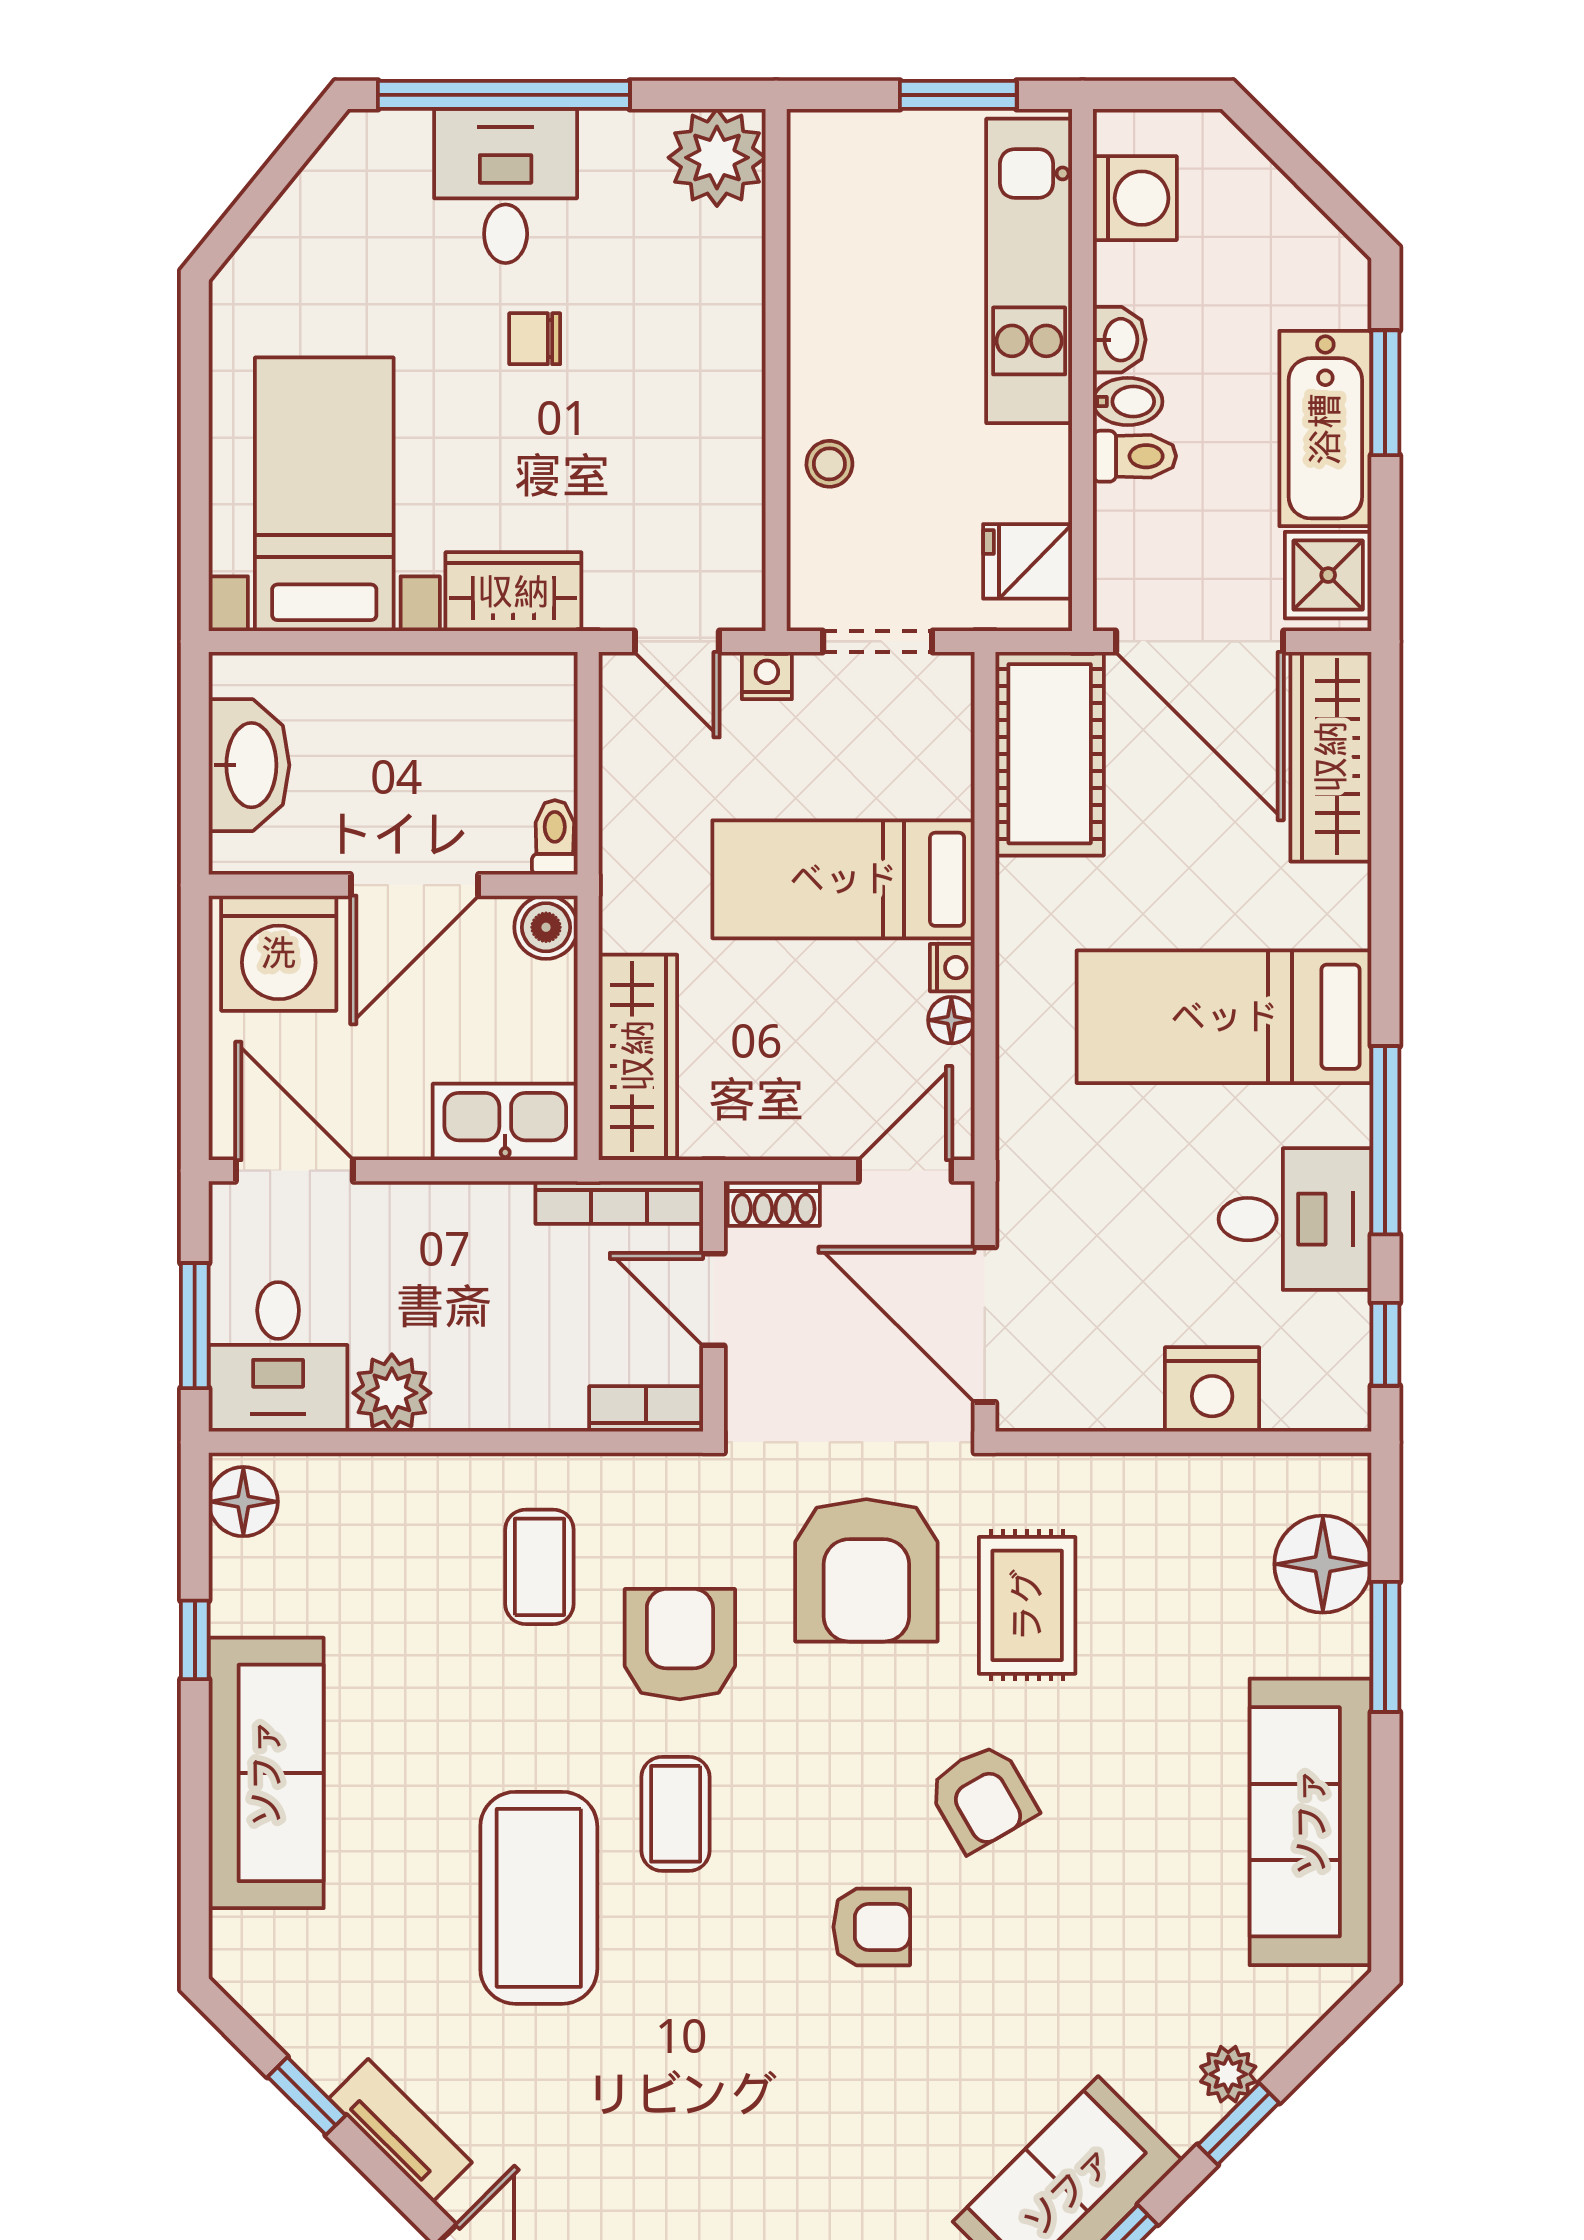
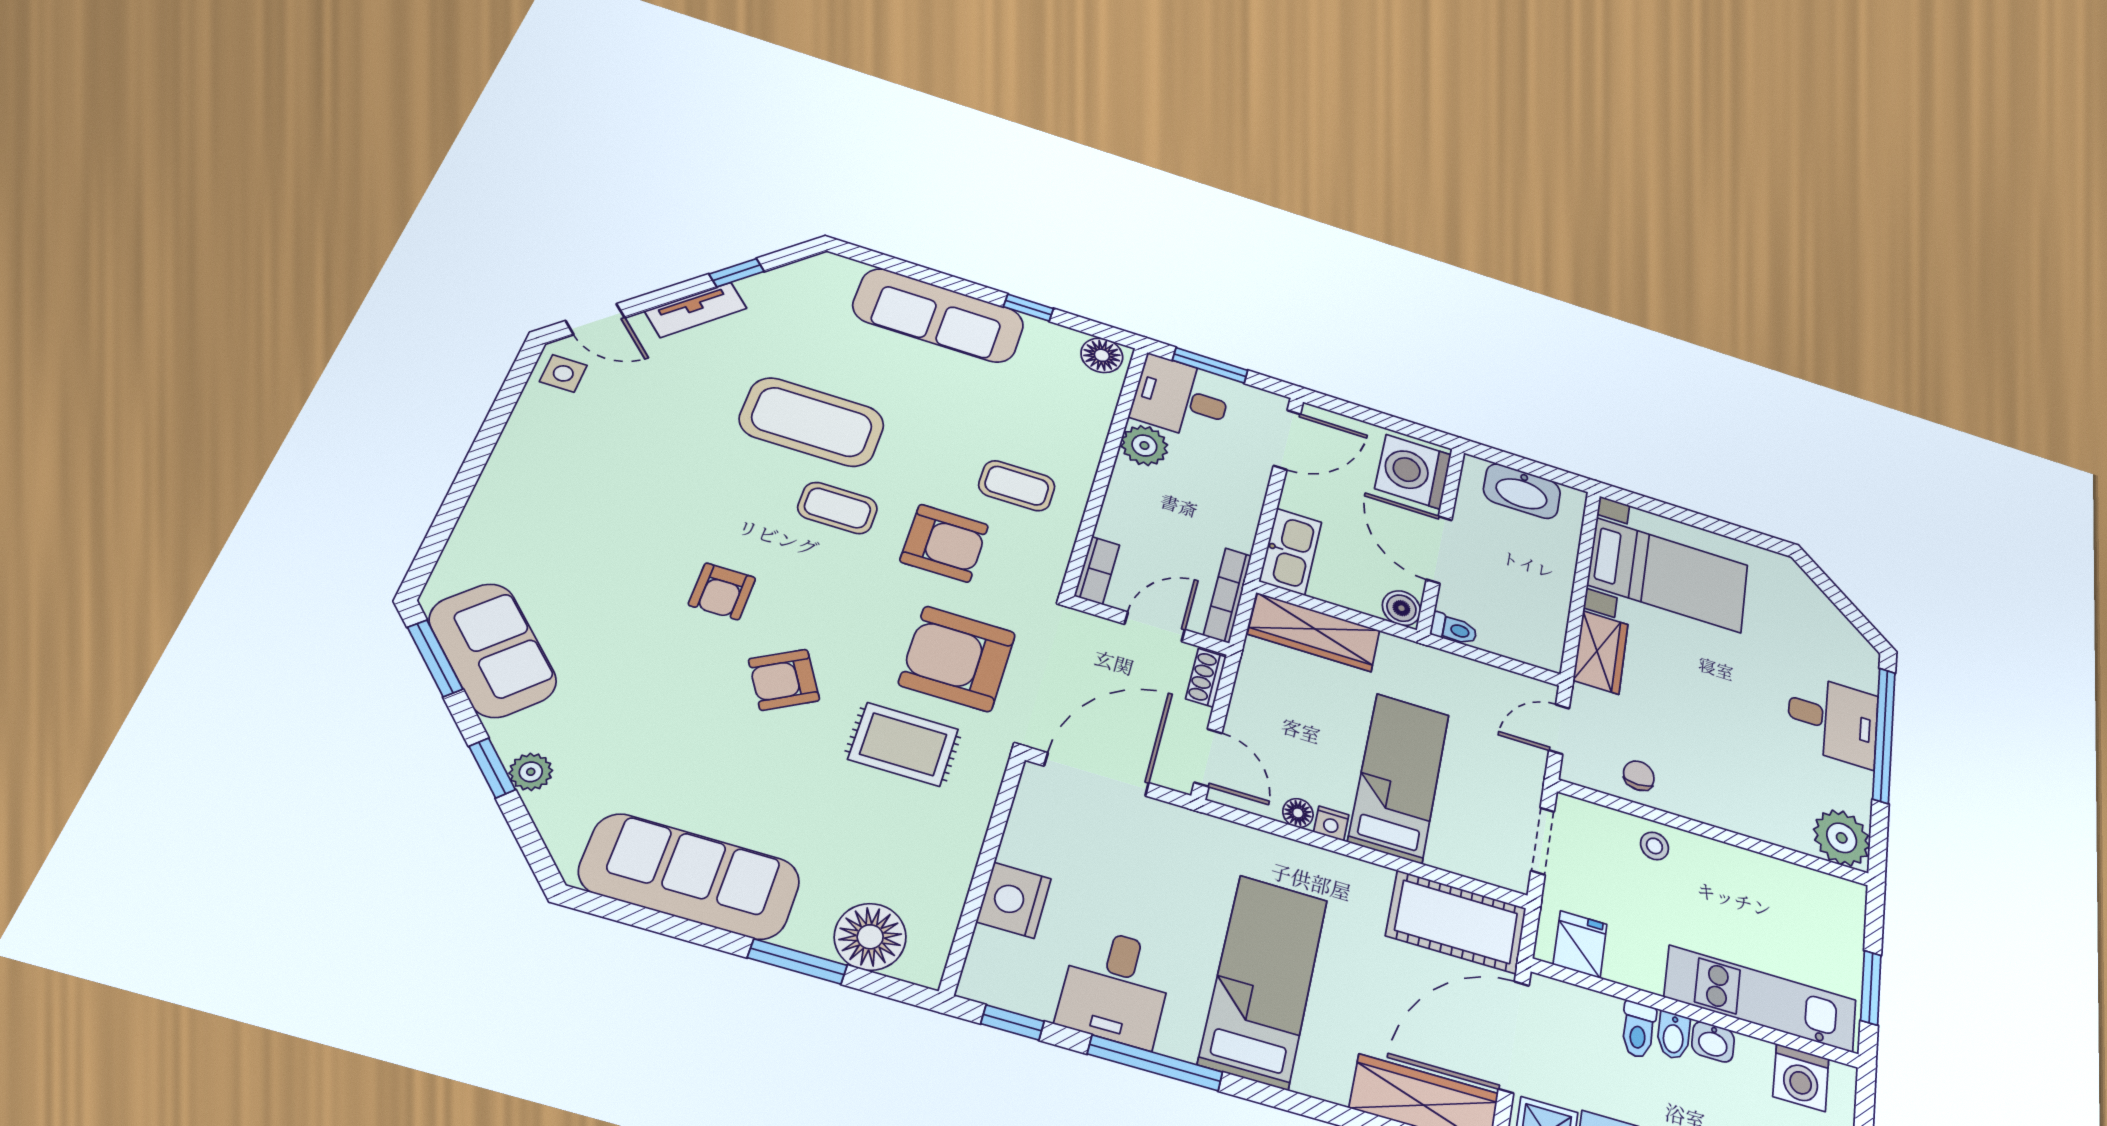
chair: (535, 339) -> (1639, 776), moved
nightstand: (767, 676) -> (1531, 772), removed

